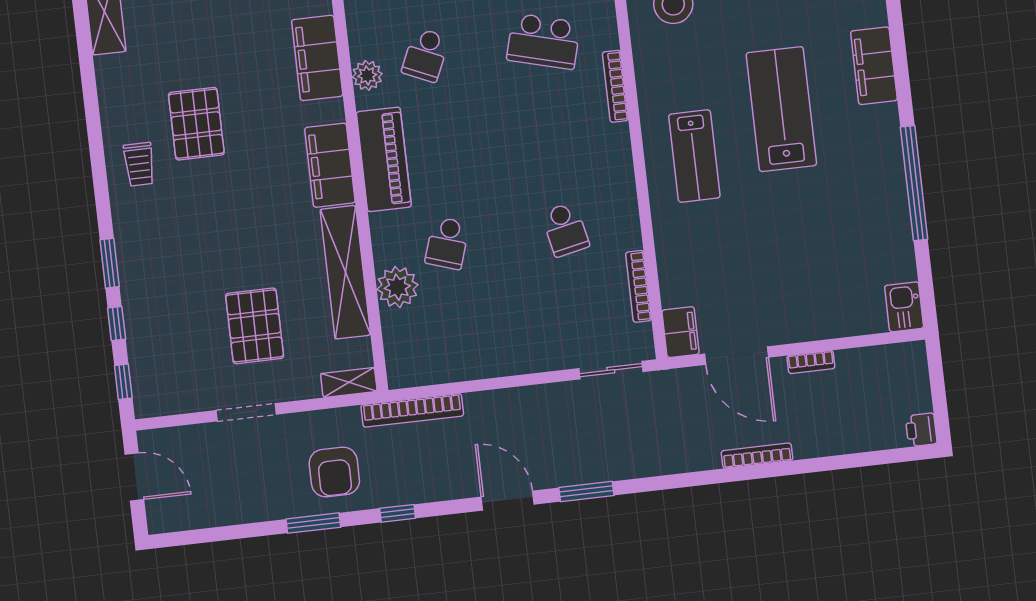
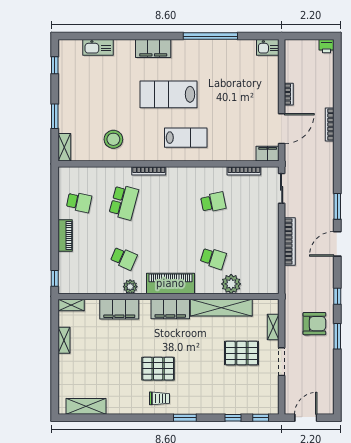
pallet: (196, 124) -> (158, 369), moved
window: (110, 263) -> (185, 418), moved
shelving: (349, 382) -> (273, 327), moved
bookcase: (412, 410) -> (290, 241), moved

